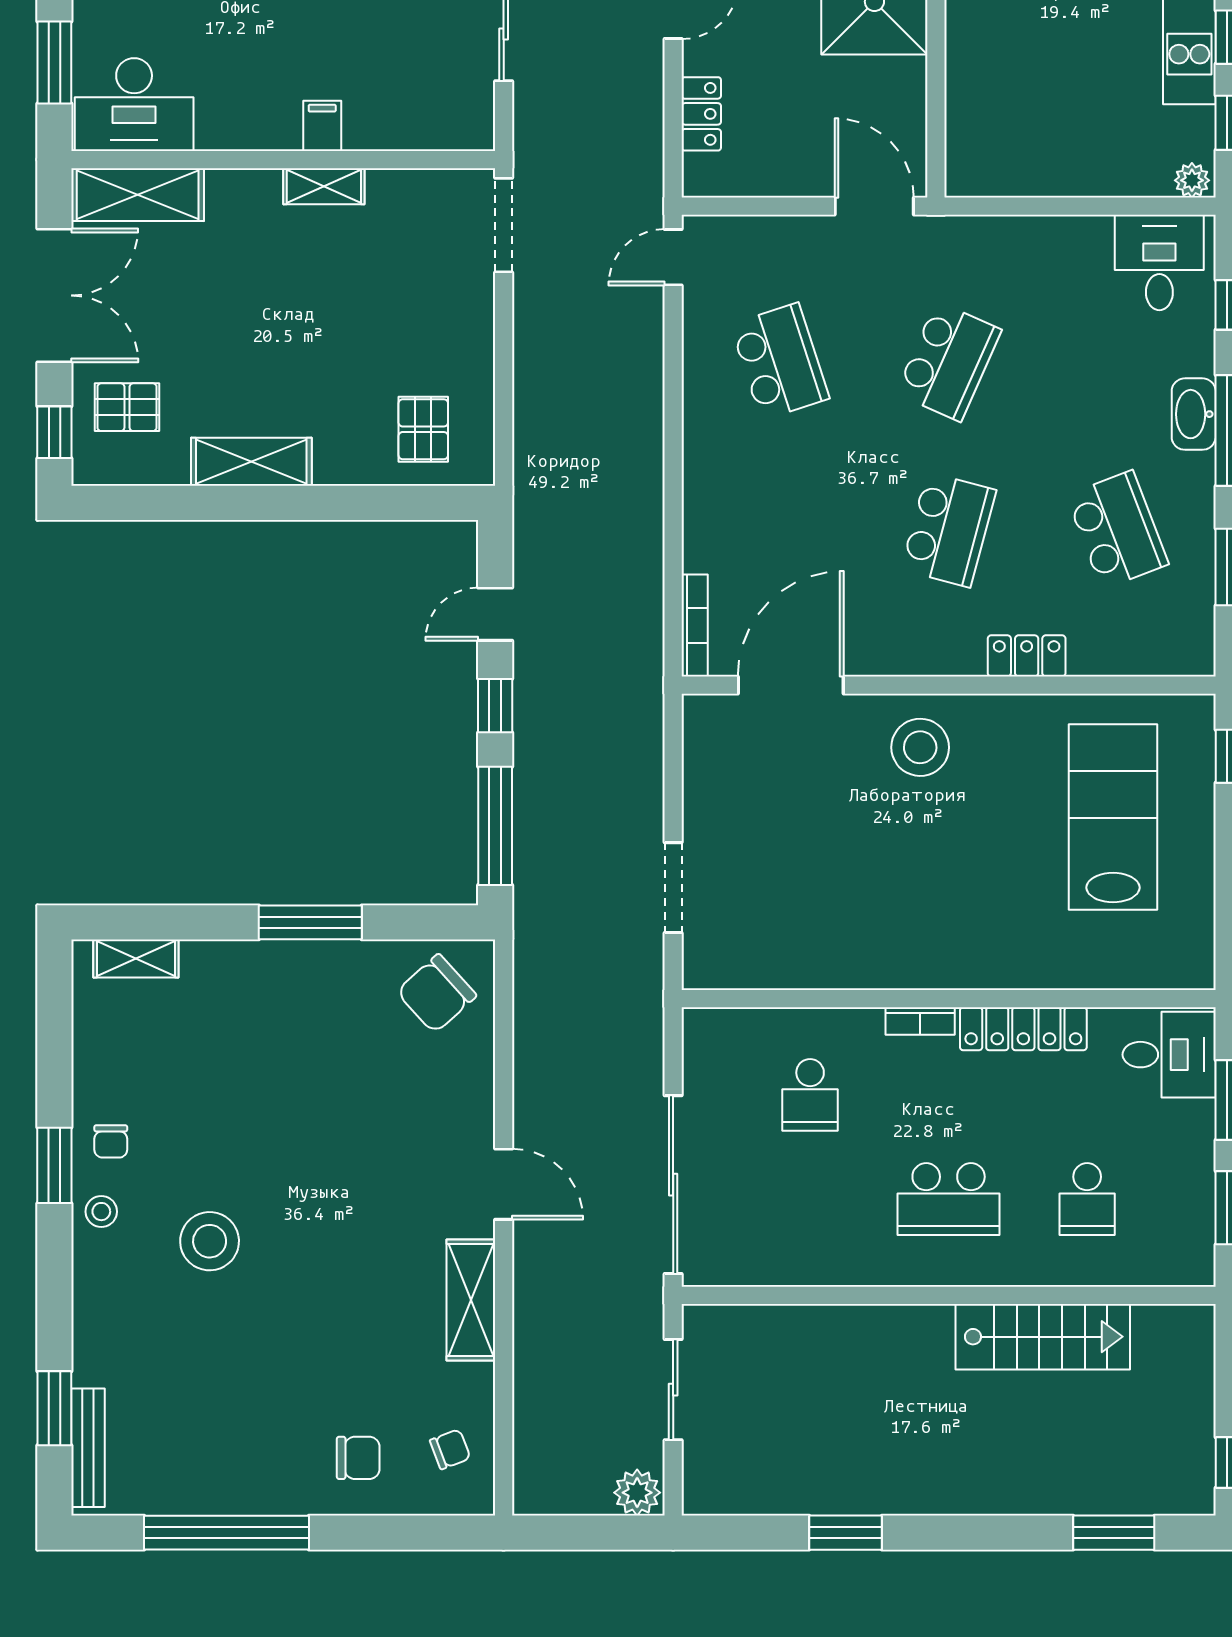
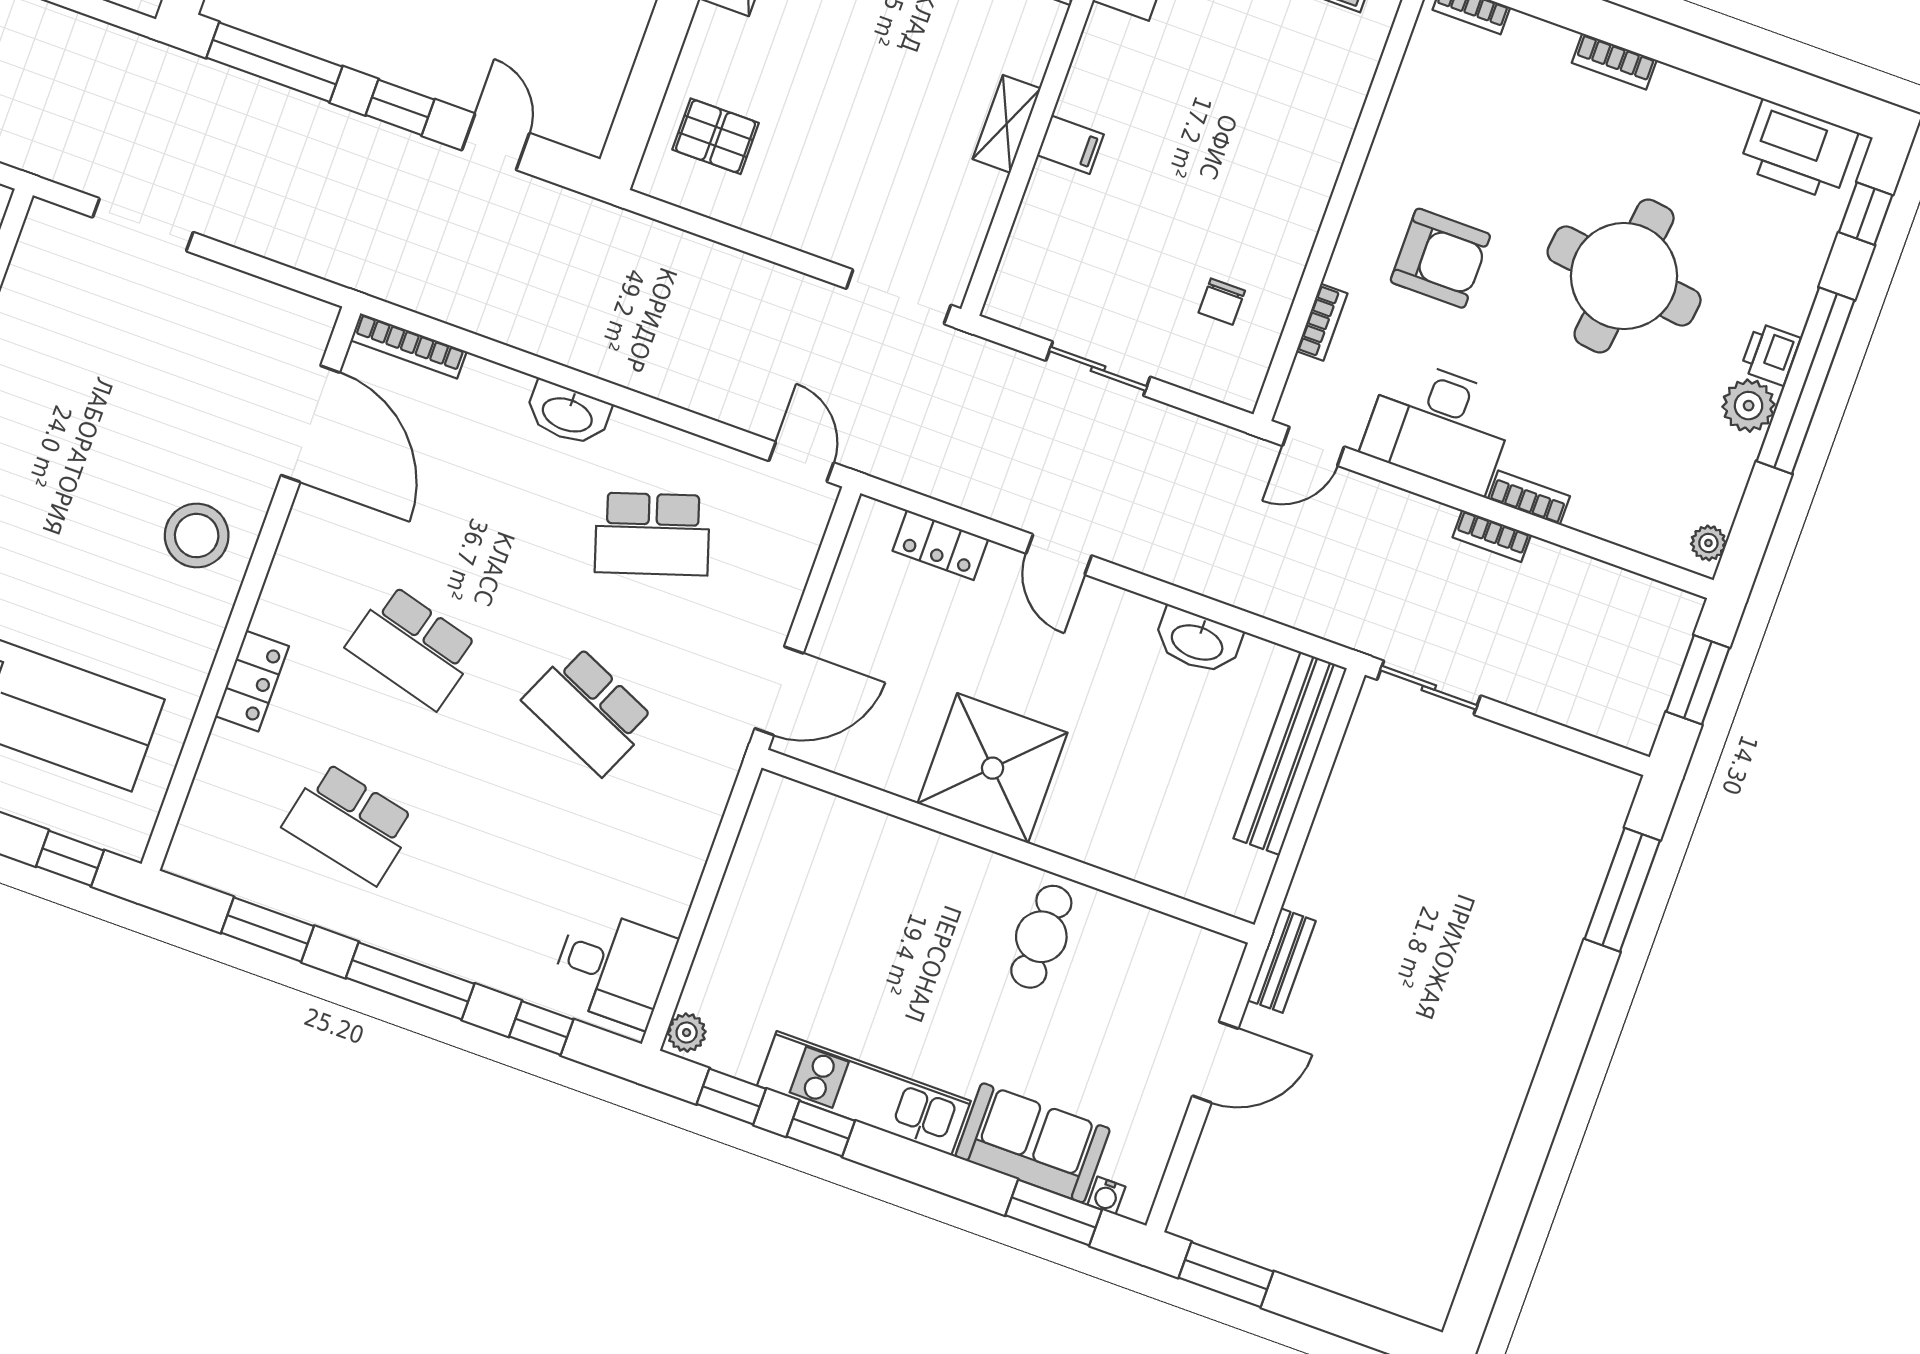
washbasin: (1194, 414) -> (568, 414), moved, turned 180
school desk: (1117, 530) -> (350, 823), turned 33

